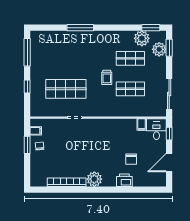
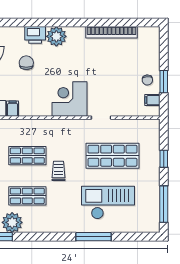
checkout: (69, 53) -> (108, 202), added
corner desk: (98, 132) -> (70, 99), added
plant: (94, 179) -> (56, 36), moved

